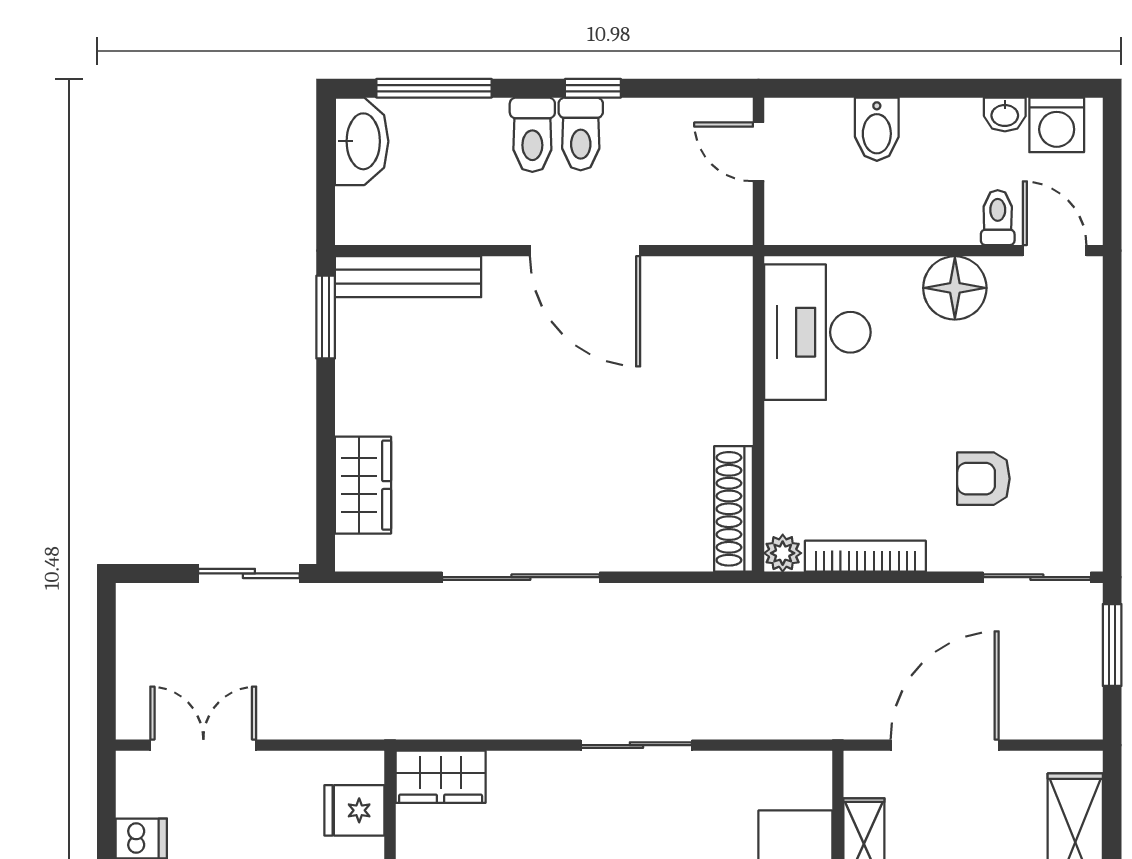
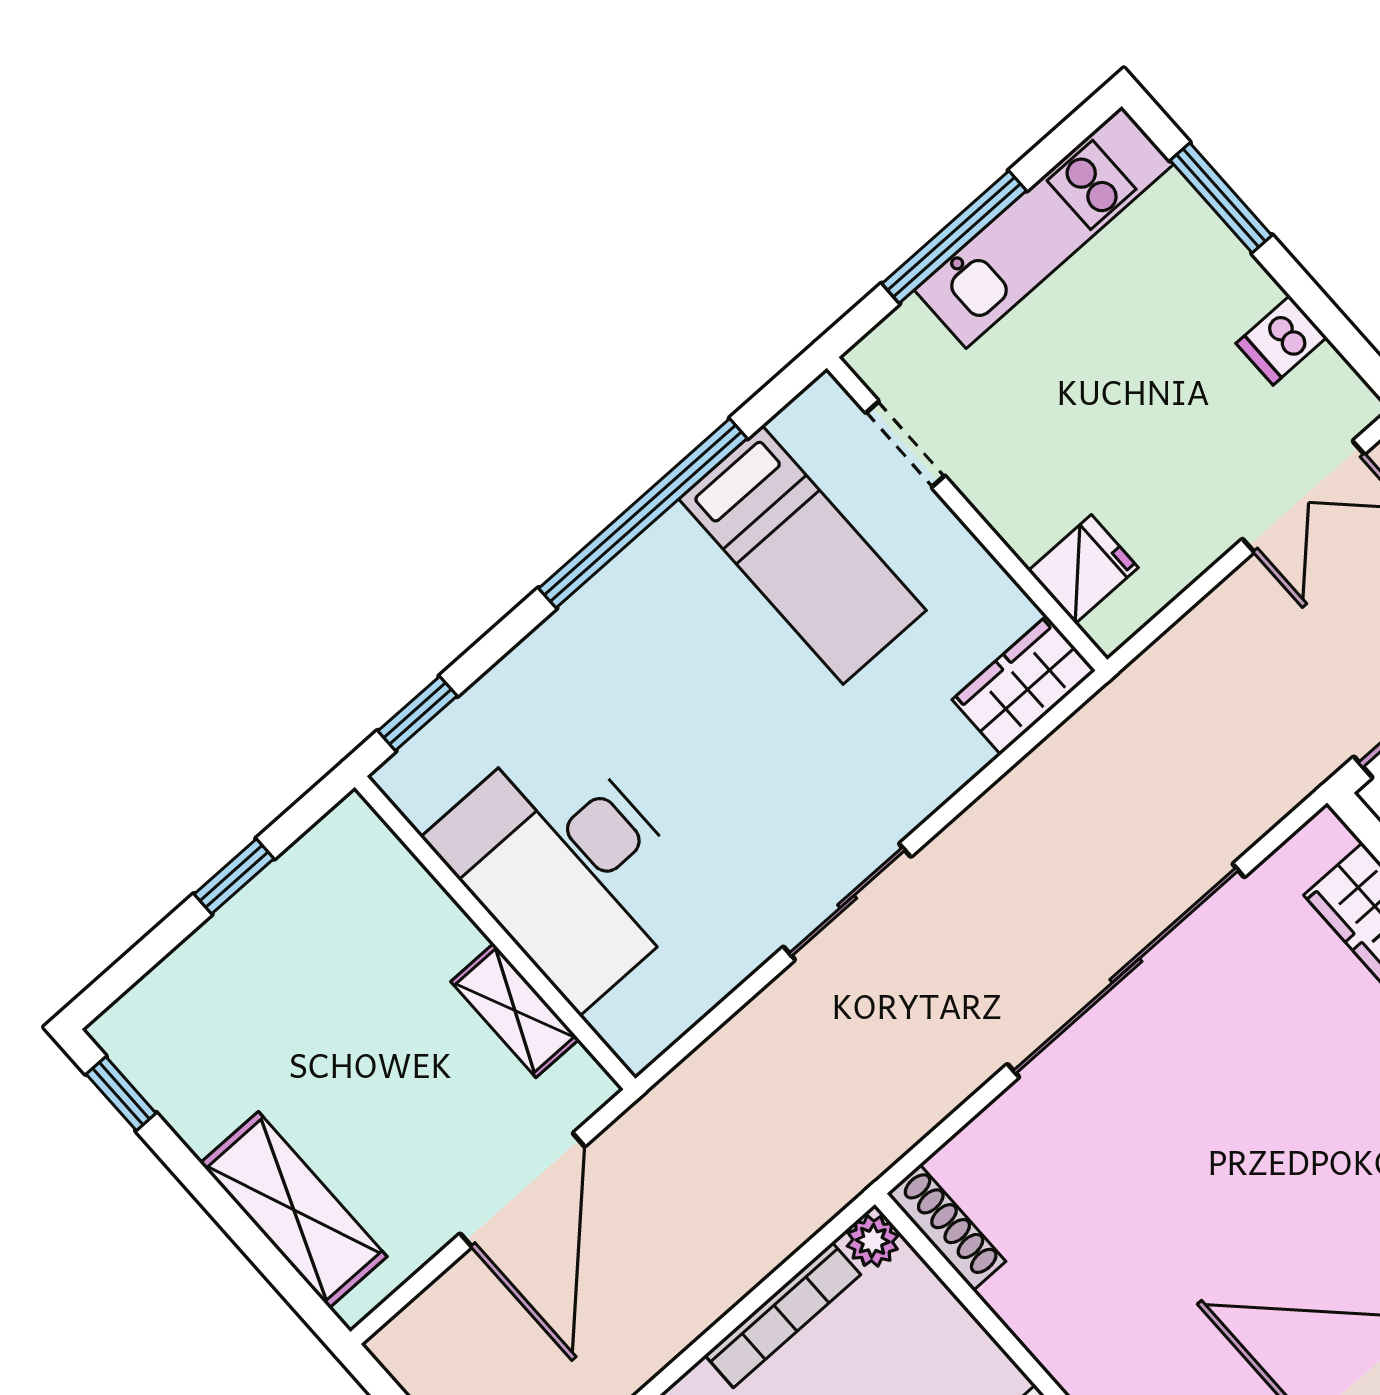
shoe rack: (734, 509) -> (946, 1227), width x0.74, depth x0.81
sliding door: (521, 577) -> (1126, 971), width x1.36

